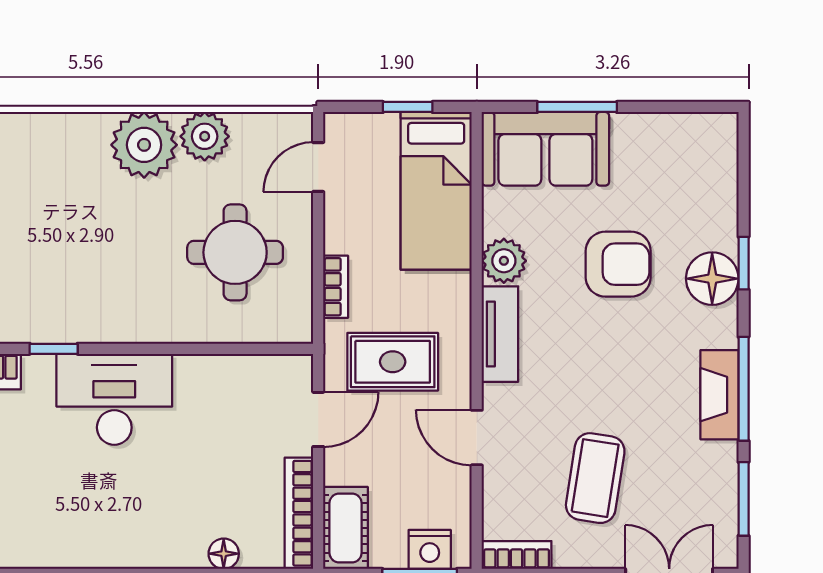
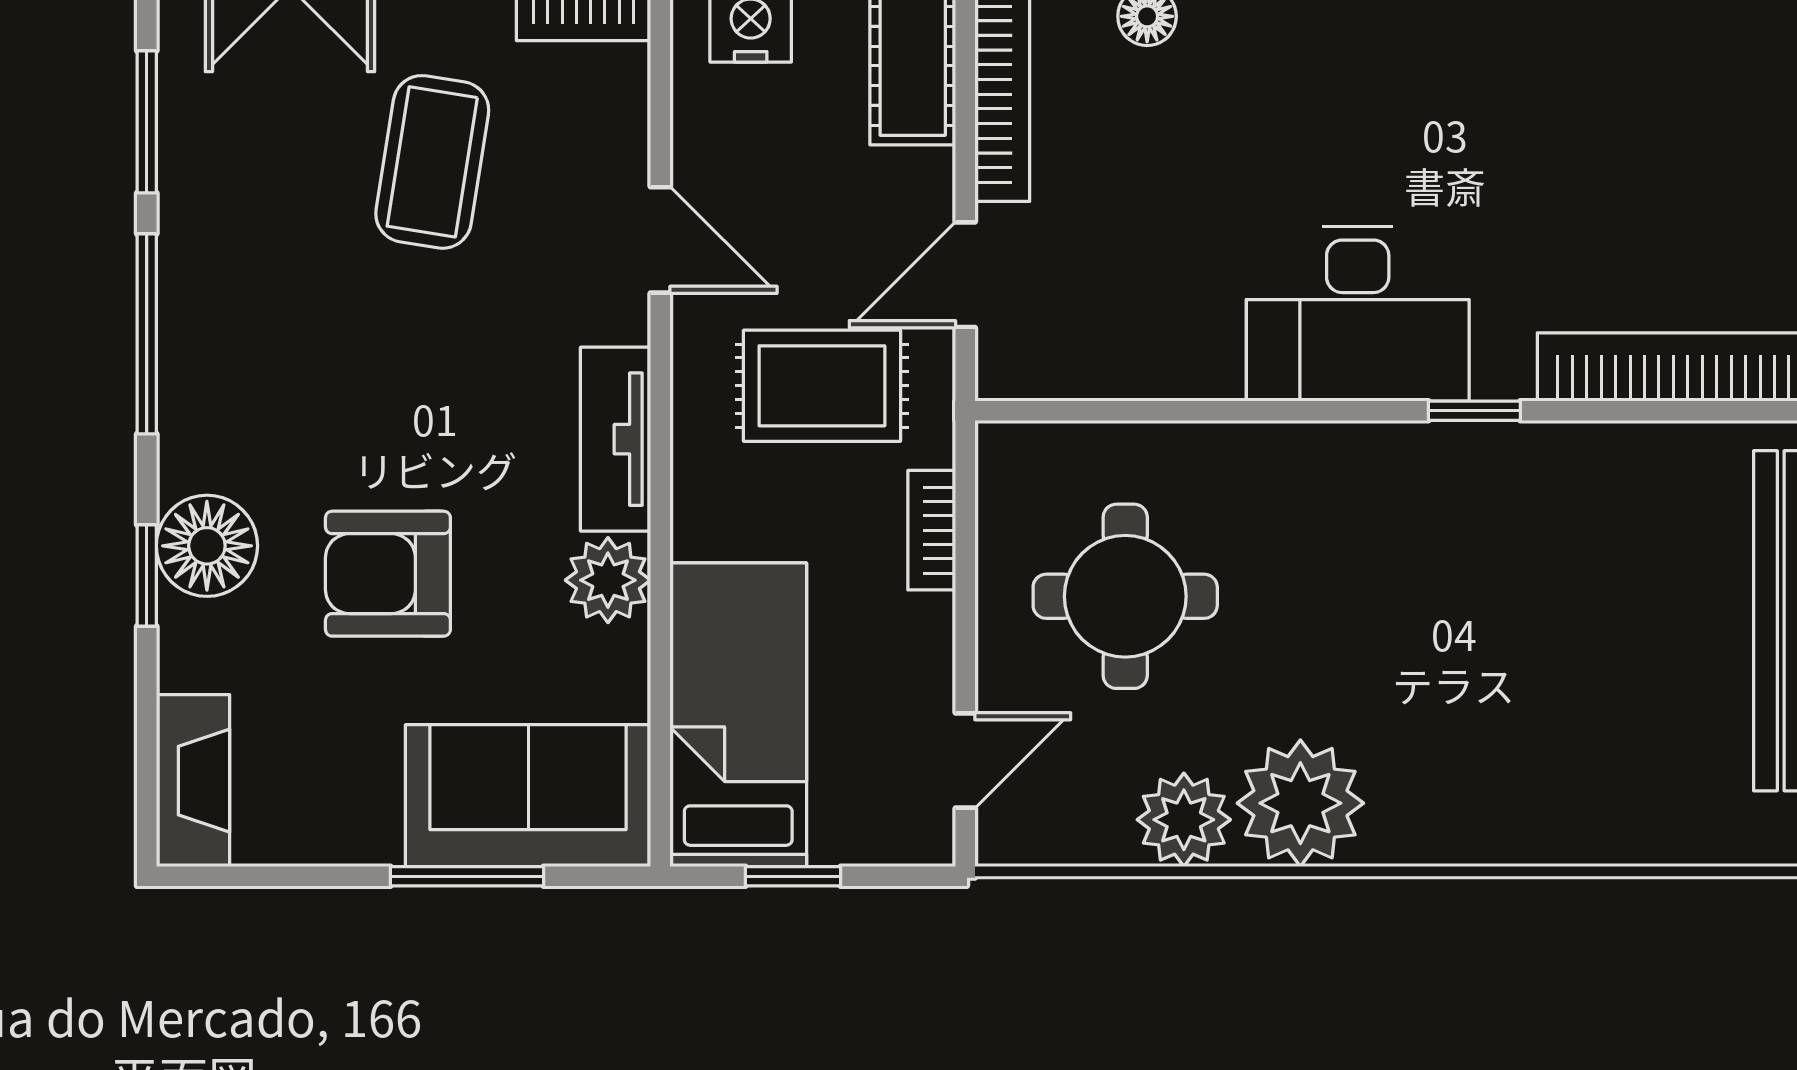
fireplace: (719, 395) -> (193, 781), moved

